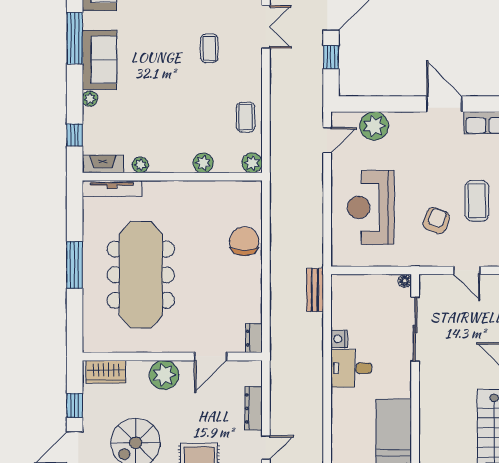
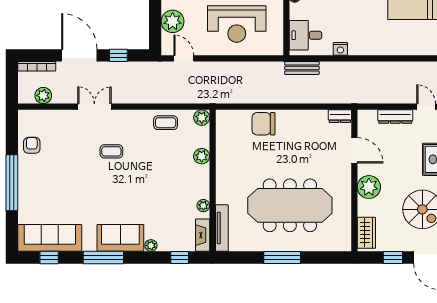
desk: (351, 368) -> (306, 35), moved, turned 90

